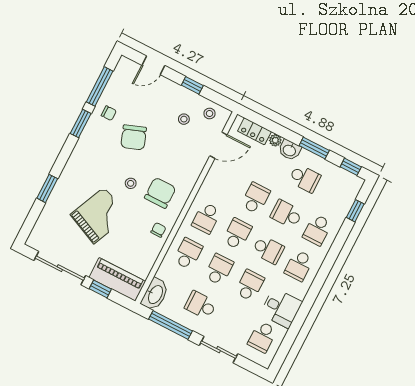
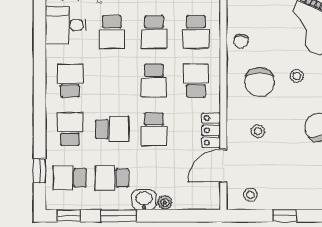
stool: (184, 119) -> (258, 131), moved
locker: (254, 131) -> (211, 130), moved, turned -90
school desk: (268, 250) -> (70, 178), moved

